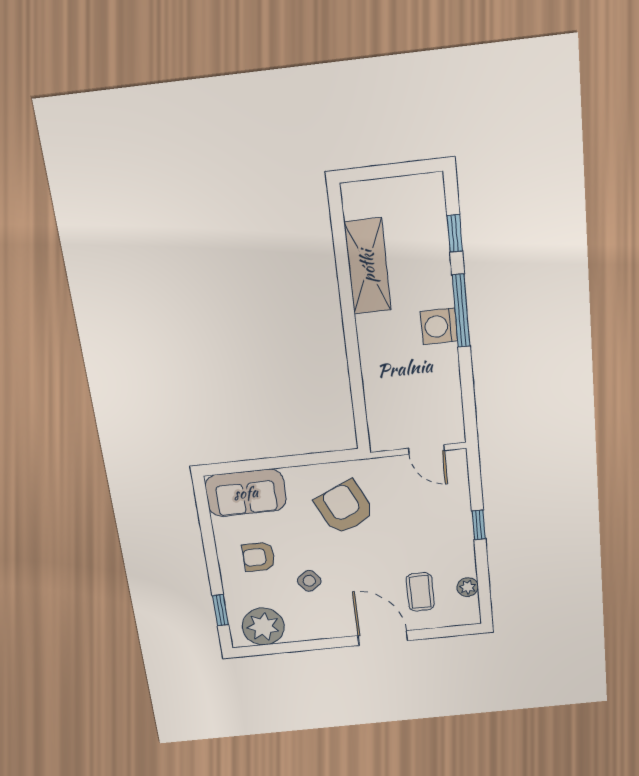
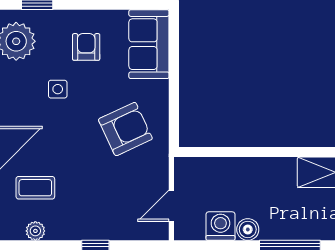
washing machine: (439, 326) -> (220, 226), moved
boiler: (446, 362) -> (248, 229), added
side table: (309, 581) -> (58, 89), turned 37

